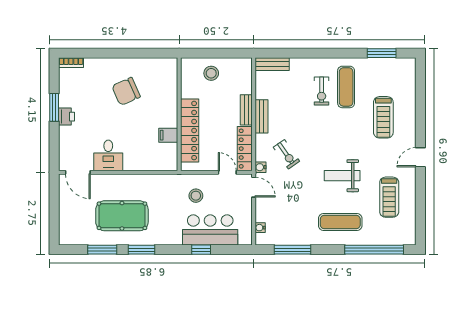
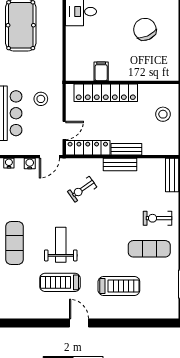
exercise bike: (322, 91) -> (158, 218), moved
treadmill: (383, 117) -> (119, 286), turned 180
water cooler: (261, 167) -> (30, 163), moved
treadmill: (389, 197) -> (60, 282), moved

